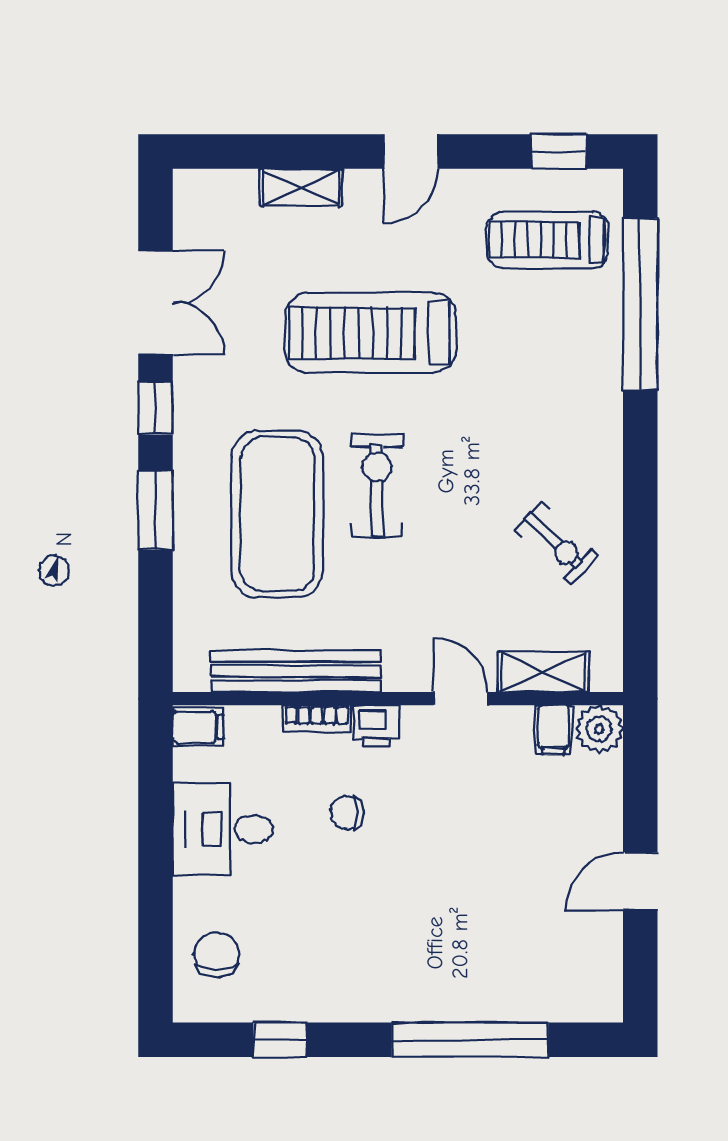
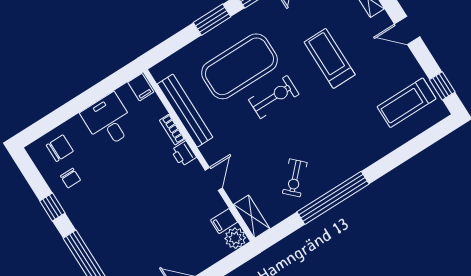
treadmill: (548, 240) -> (406, 103), turned -90
window: (640, 304) -> (333, 198), moved
treadmill: (371, 333) -> (330, 58), width x0.73, depth x0.73
shelving: (543, 672) -> (252, 217), moved
chair: (347, 813) -> (70, 178), moved, turned 180
window: (280, 1040) -> (52, 207), moved

